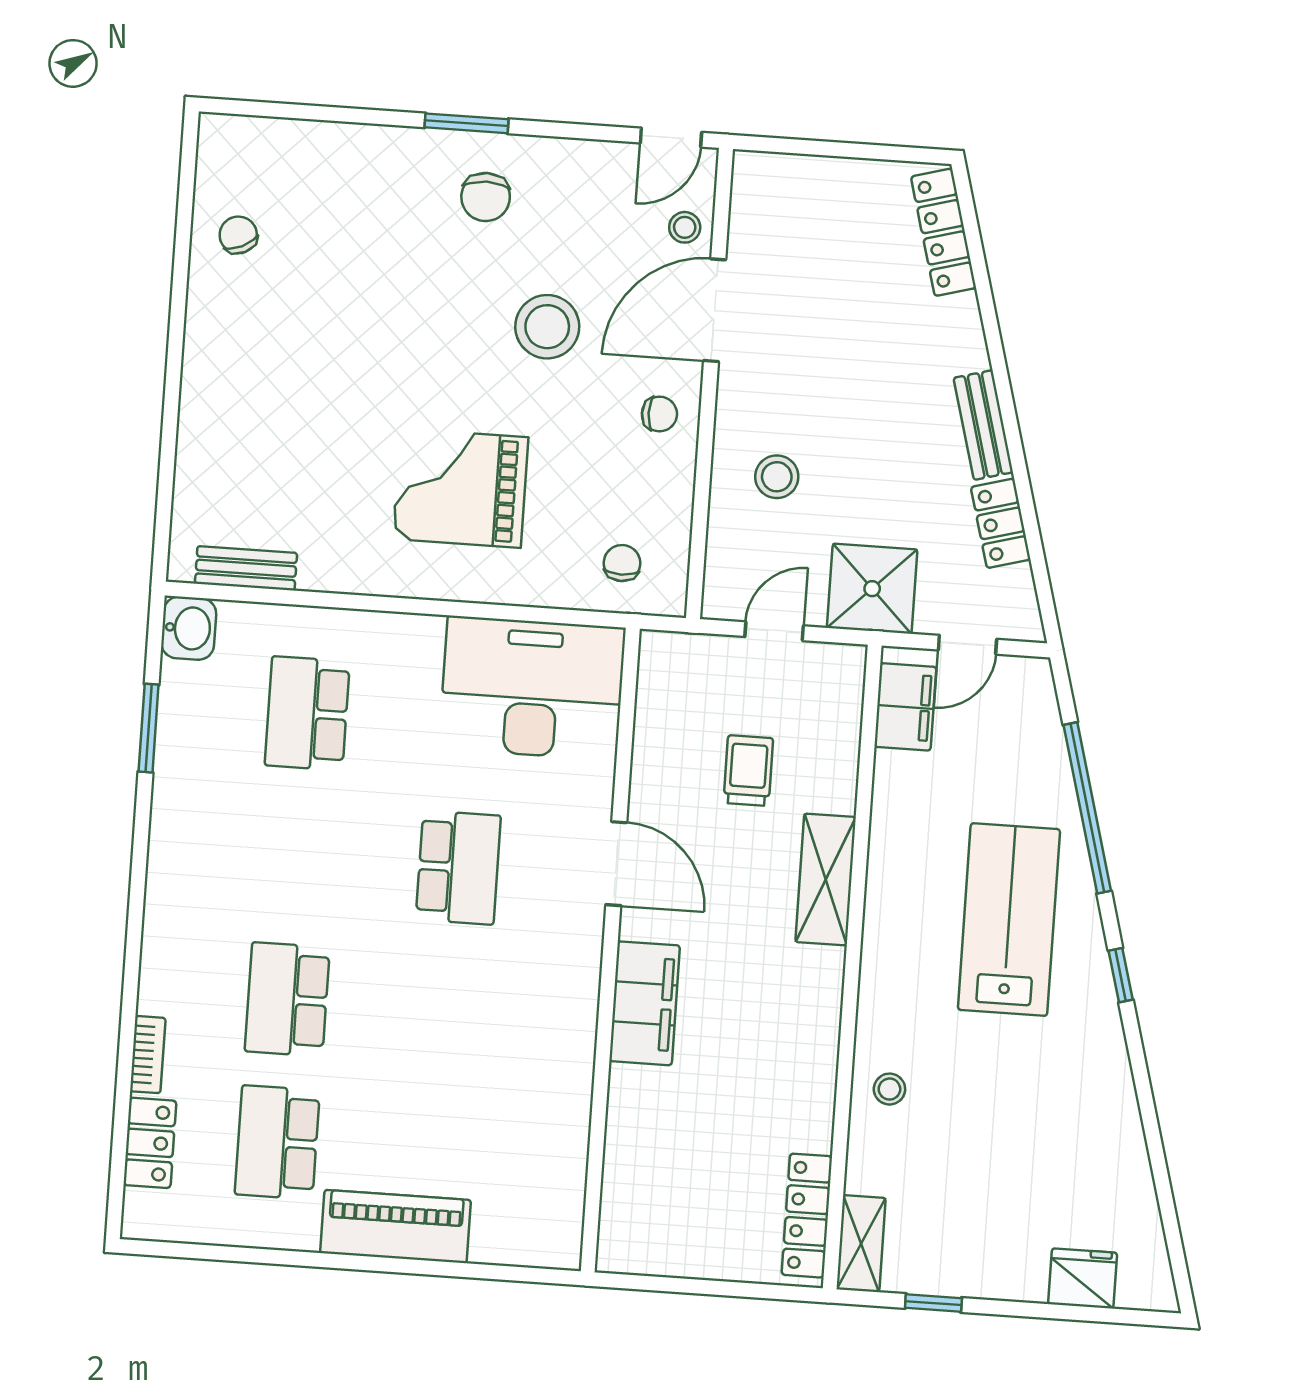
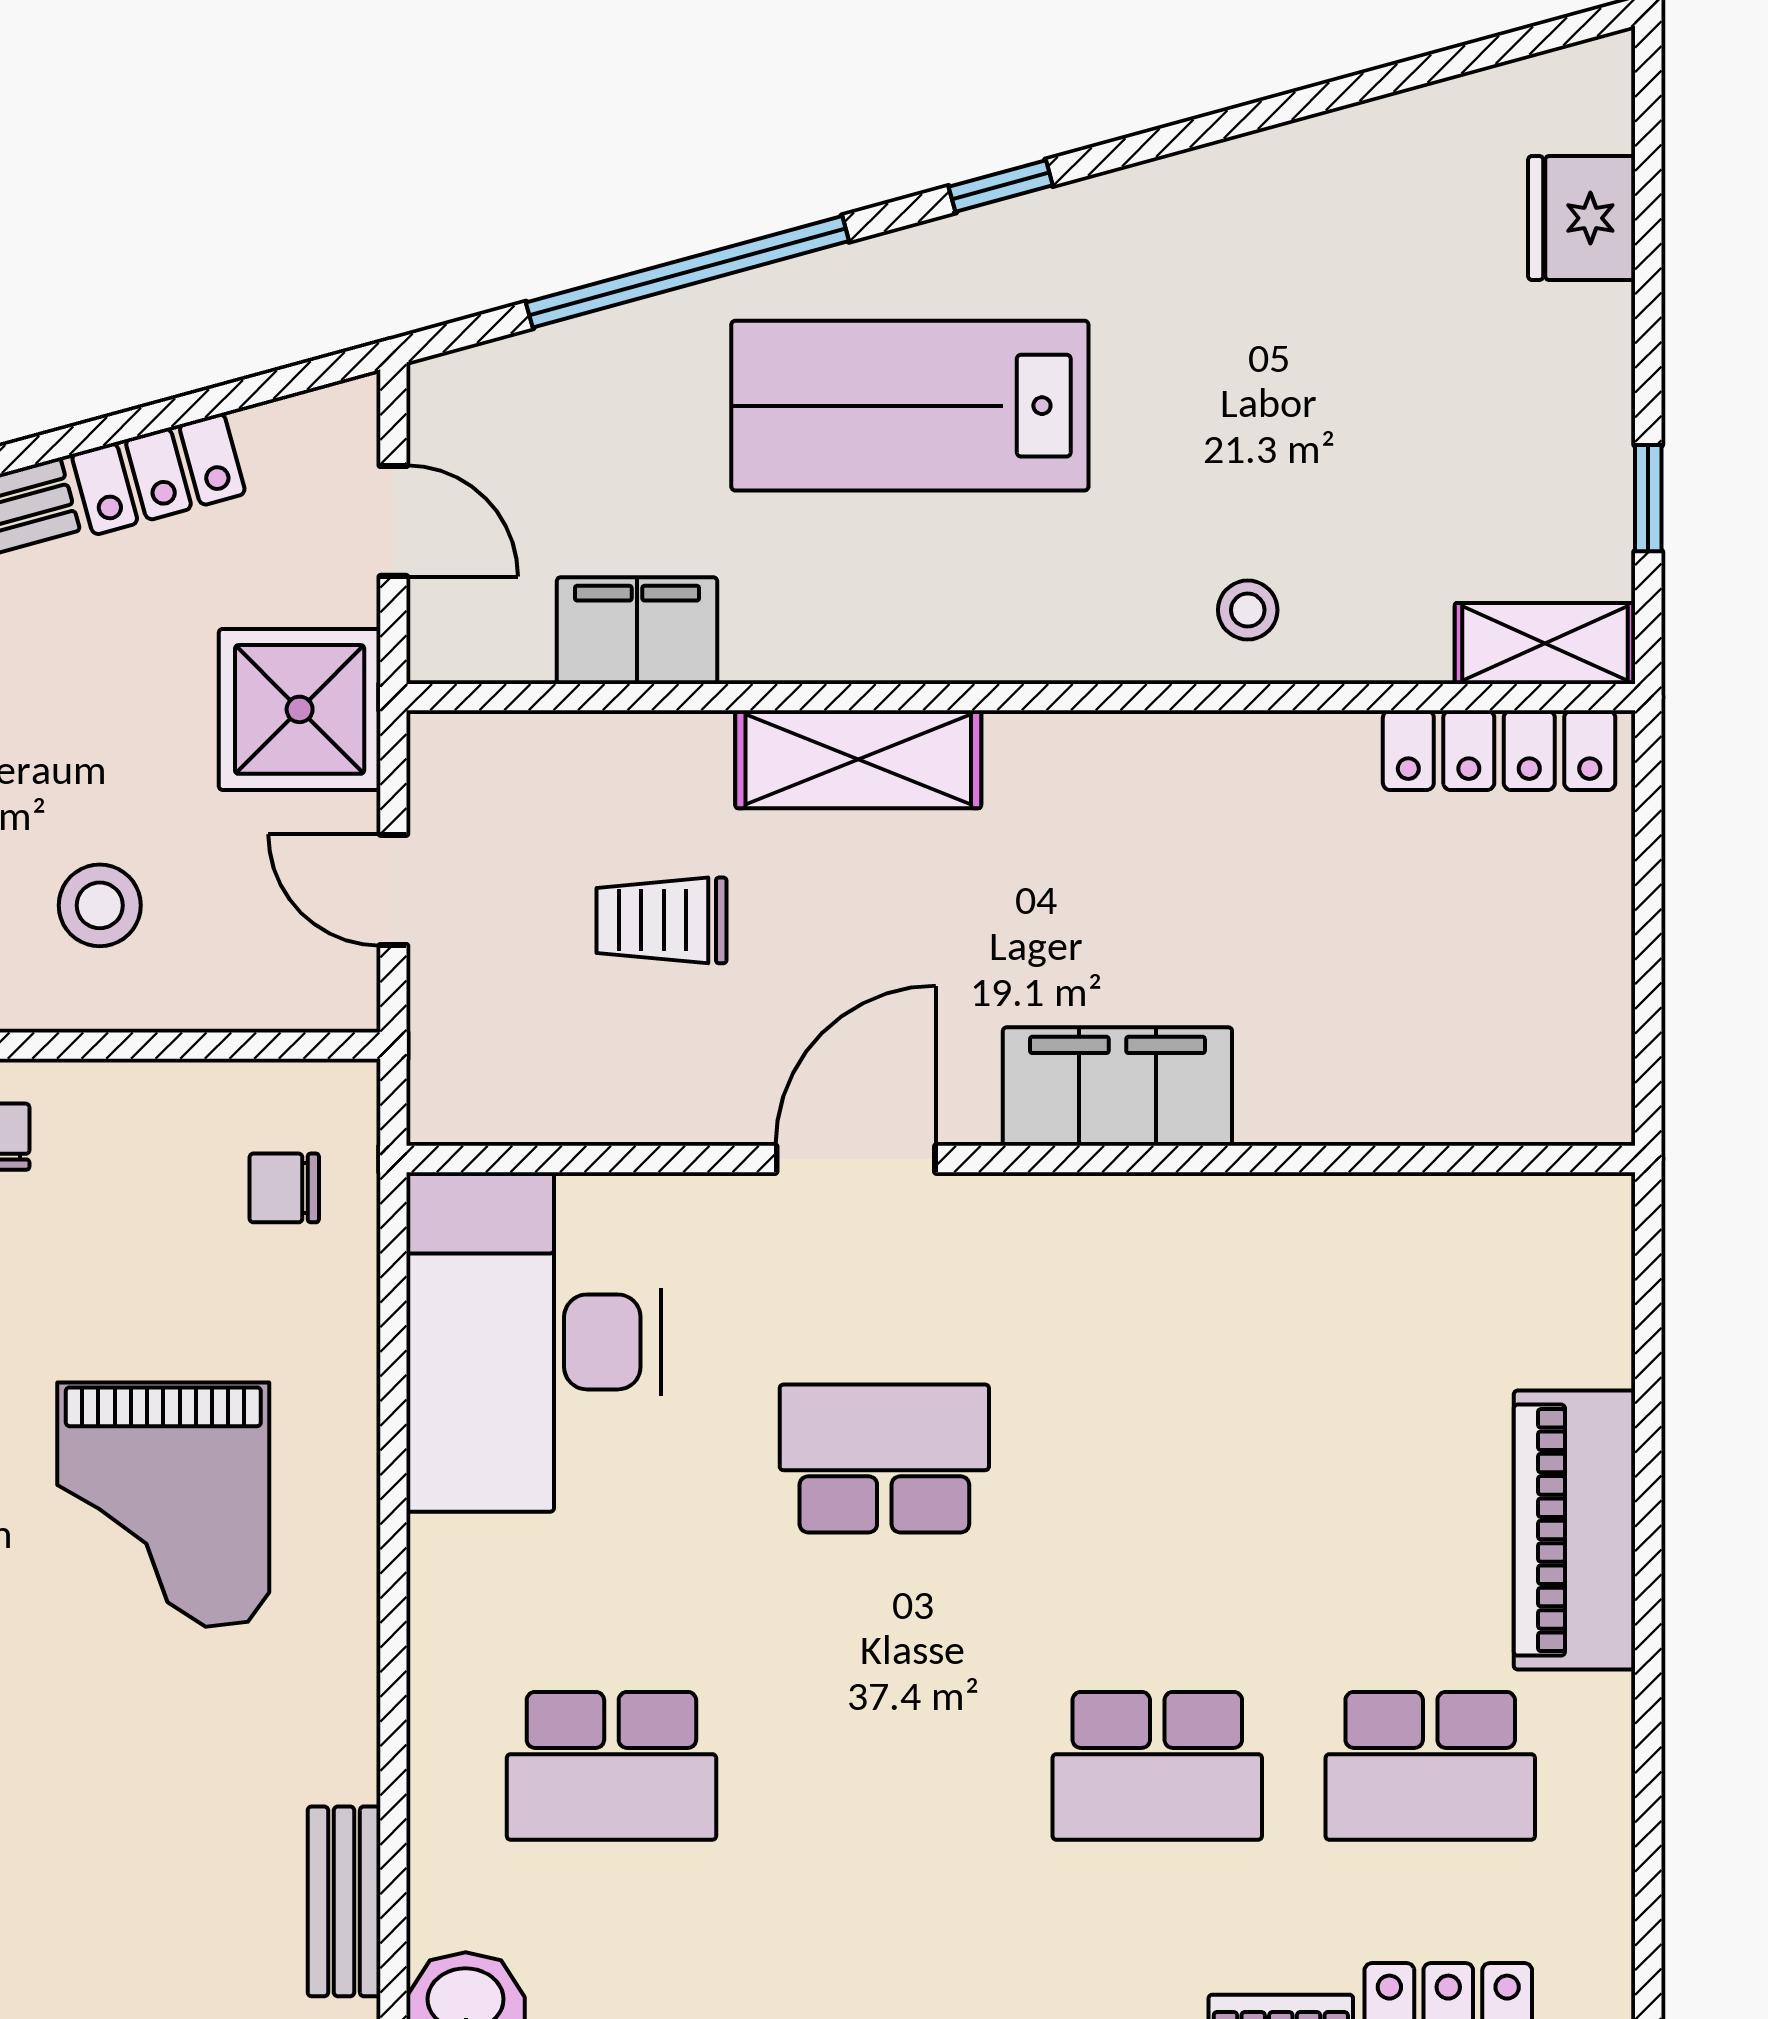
filing cabinet: (905, 707) -> (637, 631), moved

